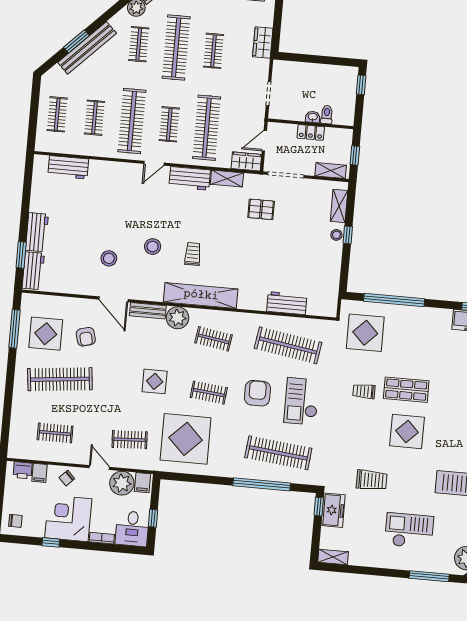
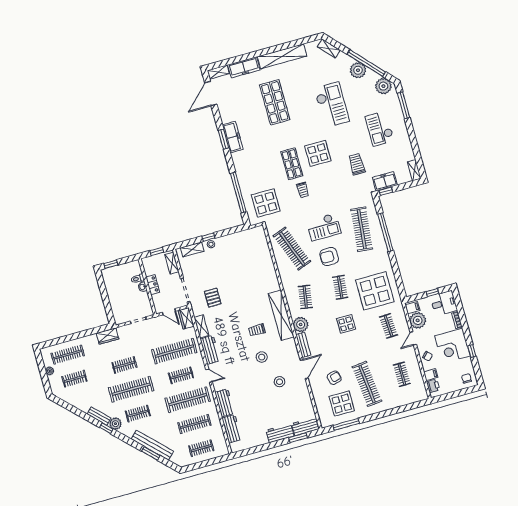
clothes rail: (95, 118) -> (194, 424), width x1.36
workbench: (287, 303) -> (225, 403), moved, turned 180
clothes rail: (288, 345) -> (292, 249), turned -30

